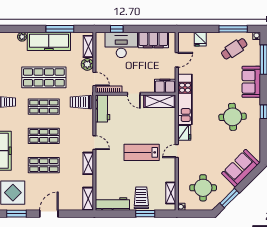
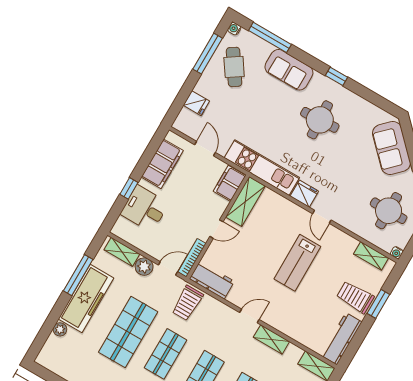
window: (117, 29) -> (129, 188), moved
desk: (121, 45) -> (145, 209), width x0.73

